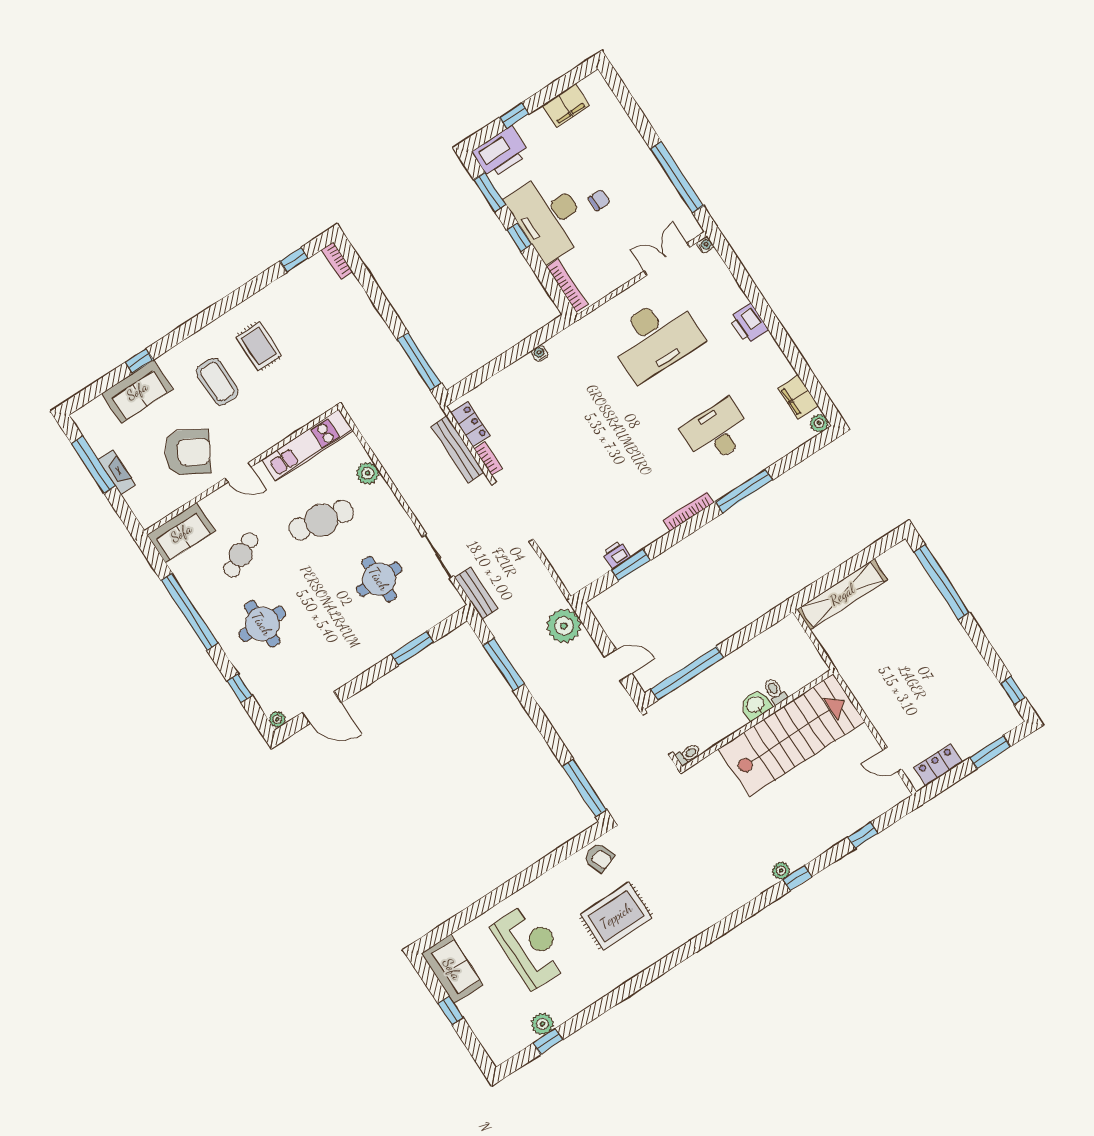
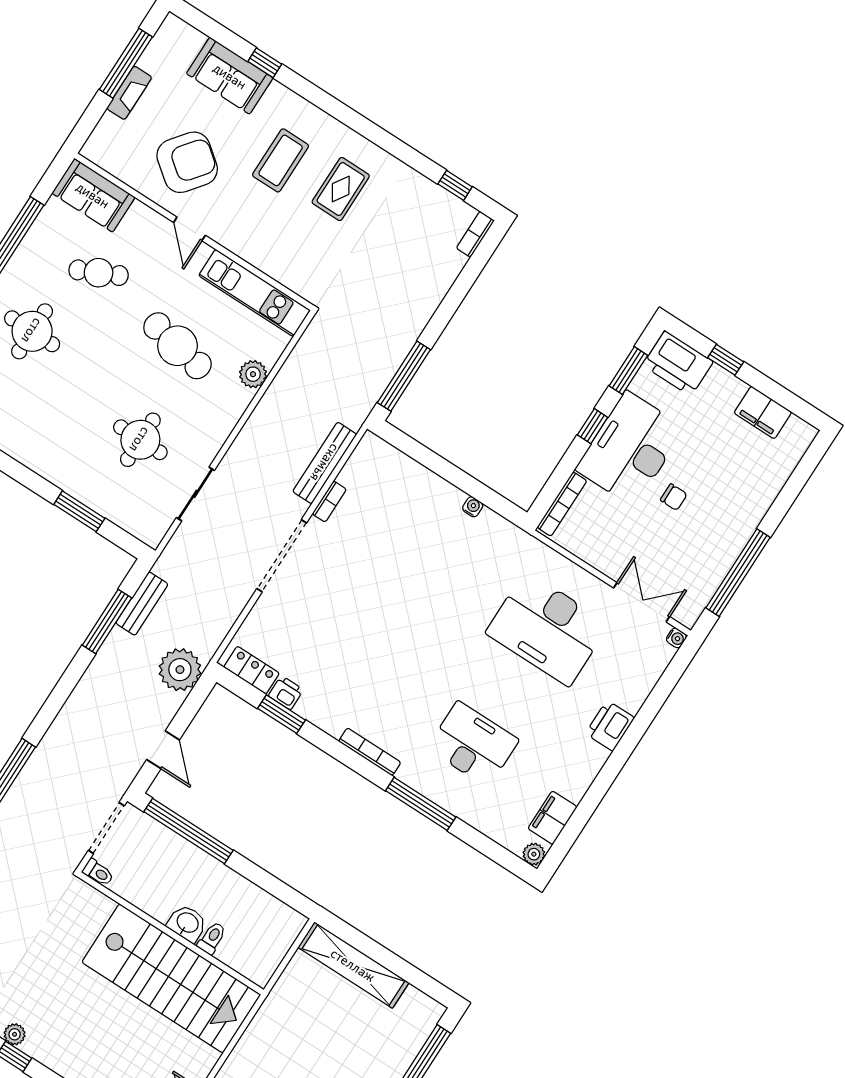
locker: (470, 424) -> (252, 670), moved, turned -90
armchair: (188, 452) -> (187, 162), turned -82
bench: (476, 593) -> (142, 604), moved

